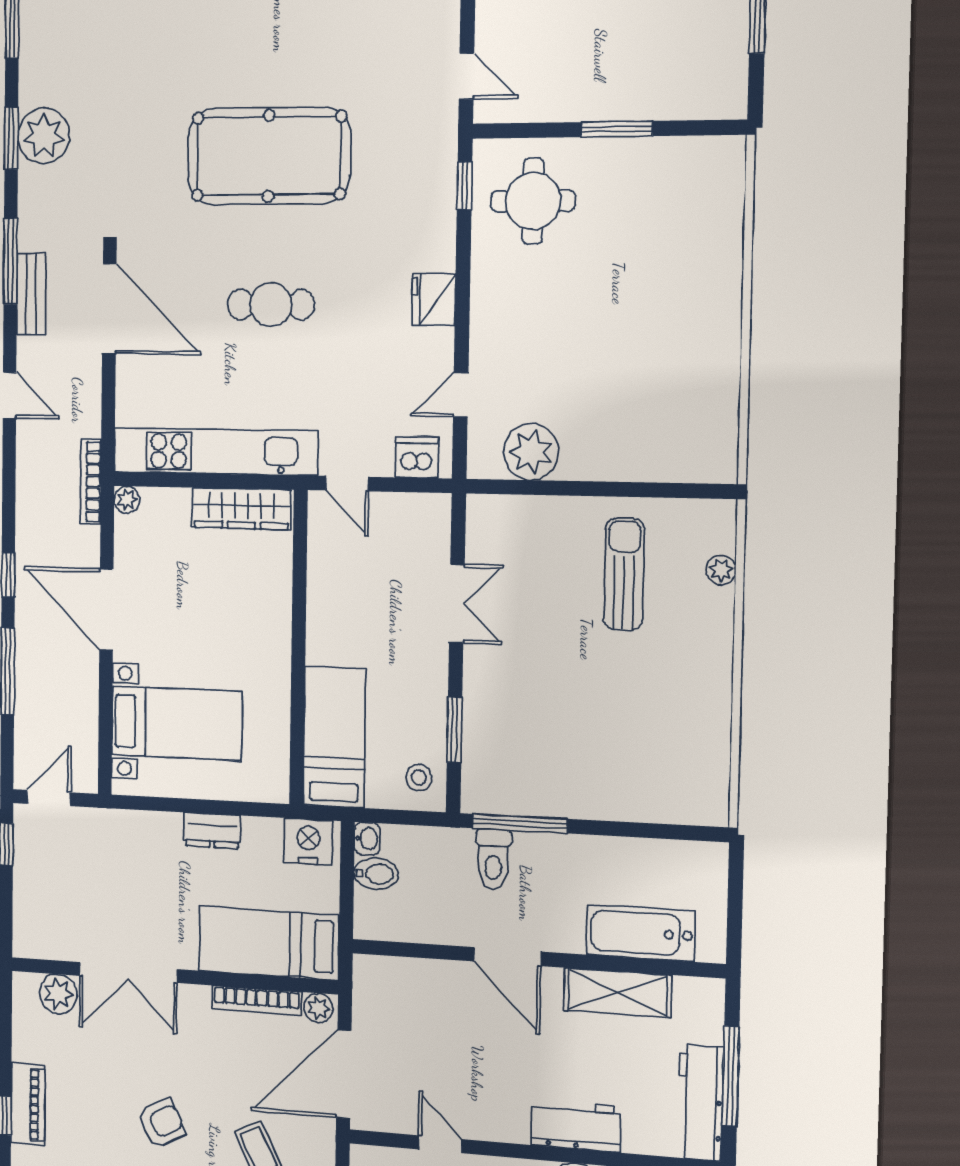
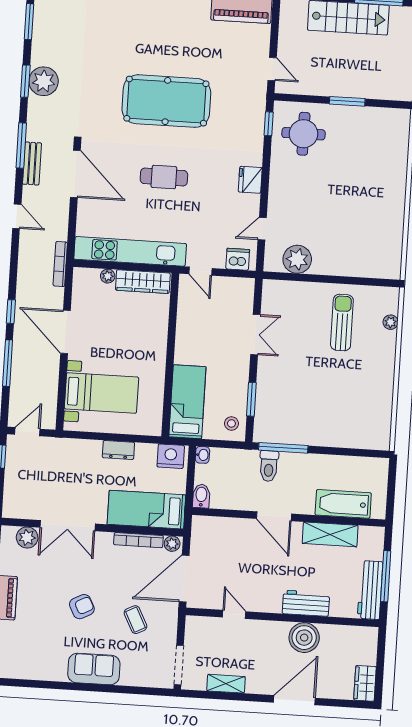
plant: (127, 500) -> (108, 276), moved
bidet: (376, 874) -> (201, 496), moved, turned -90

